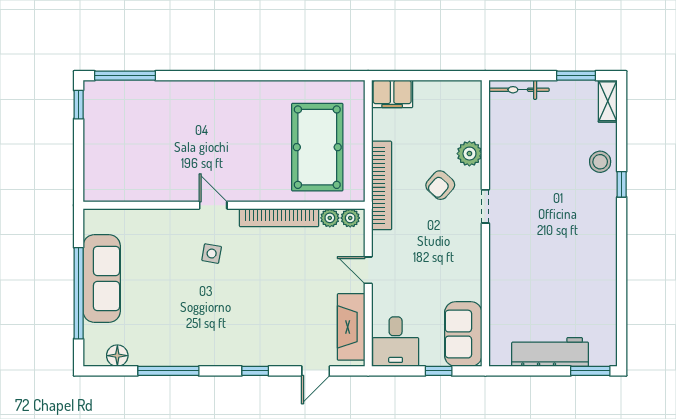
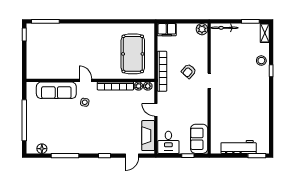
plant: (469, 154) -> (202, 29), moved
sofa: (102, 279) -> (56, 90), moved, turned 90

